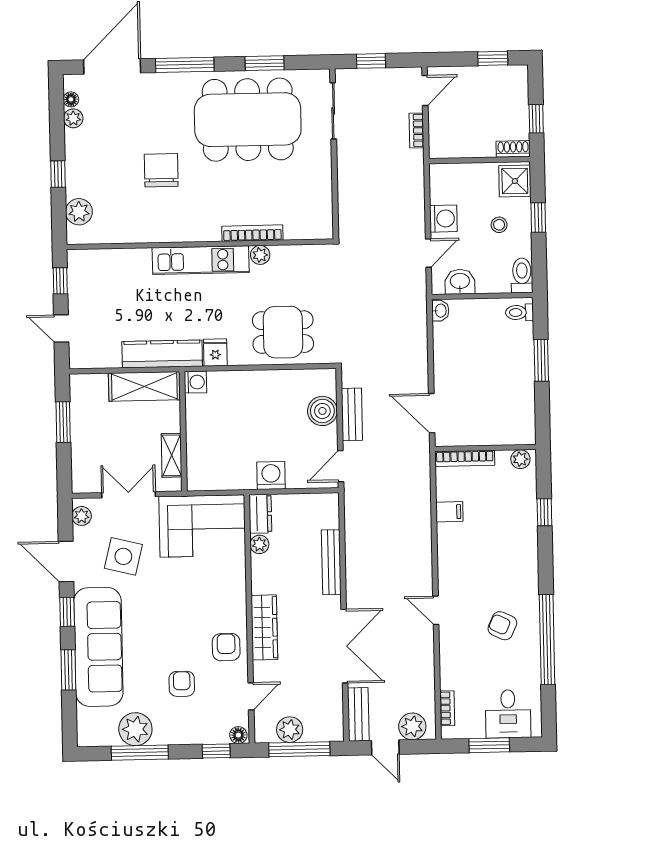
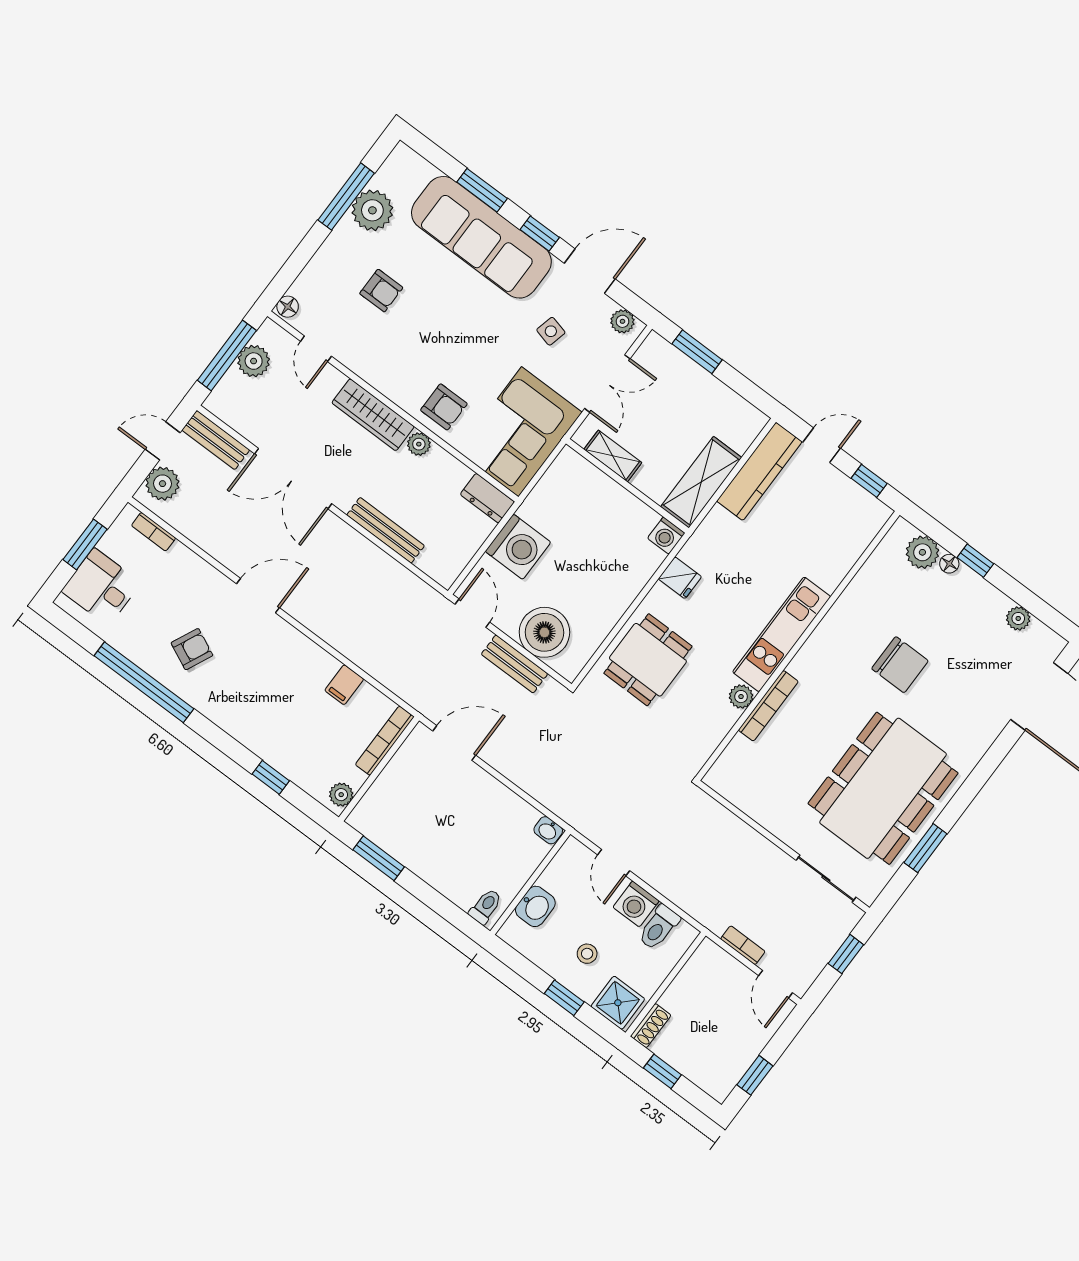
window: (185, 65) -> (985, 769), removed
floor lamp: (71, 99) -> (949, 564), moved
toilet: (522, 275) -> (659, 927), moved, turned 90
washbasin: (460, 282) -> (535, 906), moved
kitchen counter: (162, 354) -> (759, 471), moved
window: (541, 360) -> (379, 858), moved
boiler: (322, 411) -> (544, 632), width x1.37, depth x1.37
window: (63, 422) -> (697, 352), moved
washing machine: (271, 476) -> (518, 547), width x1.37, depth x1.37
plant: (259, 544) -> (419, 444), moved
side table: (123, 556) -> (551, 331), width x0.54, depth x0.54
door: (436, 610) -> (258, 596), width x1.38
armchair: (226, 647) -> (444, 407), moved
window: (216, 751) -> (289, 273), removed

